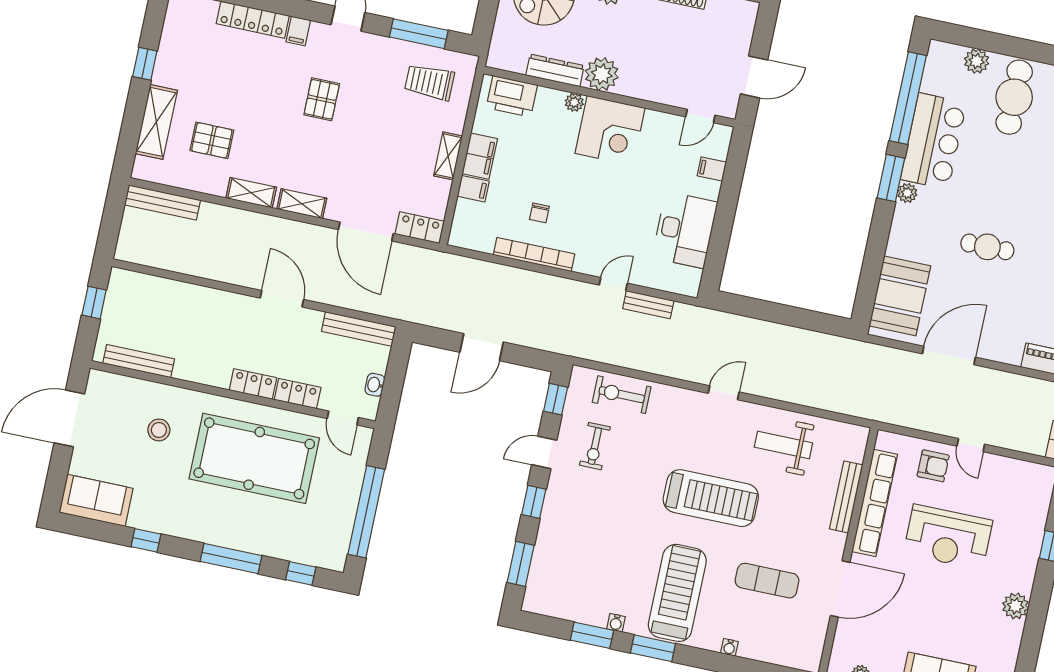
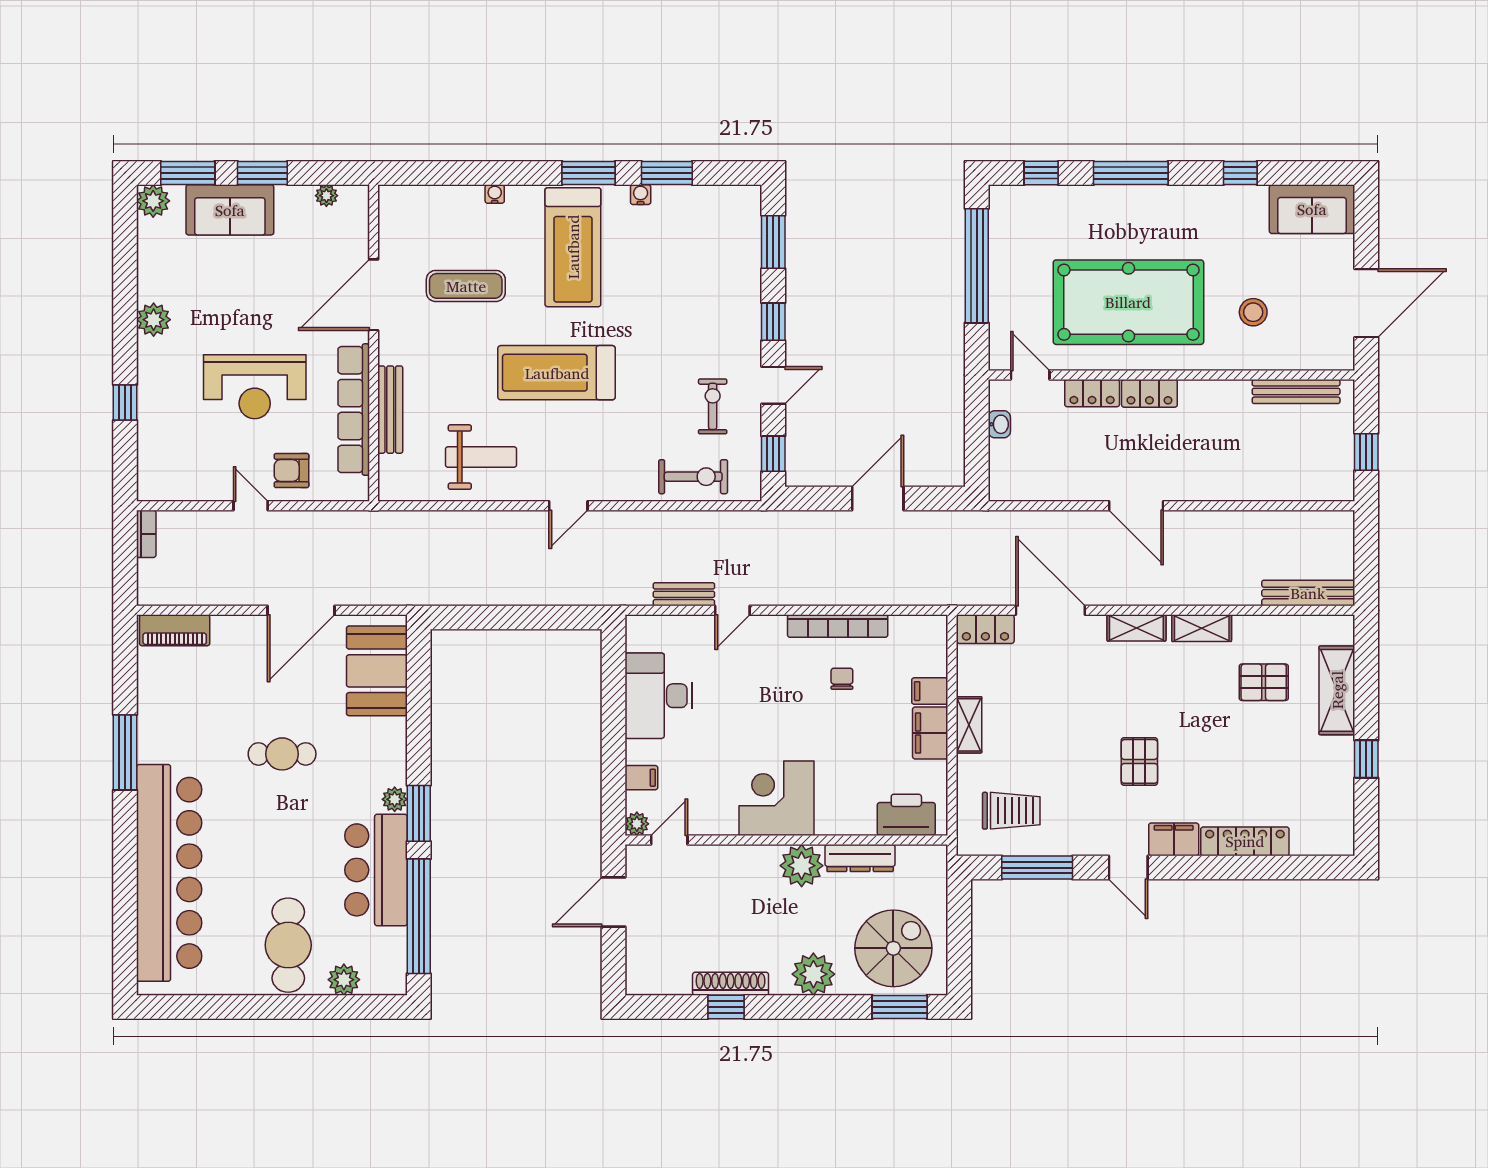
filing cabinet: (298, 31) -> (1174, 839), width x2.00
plant: (574, 102) -> (637, 824), moved
bench: (359, 329) -> (1034, 489), removed
reception desk: (948, 537) -> (255, 387), turned 180

